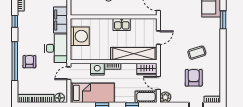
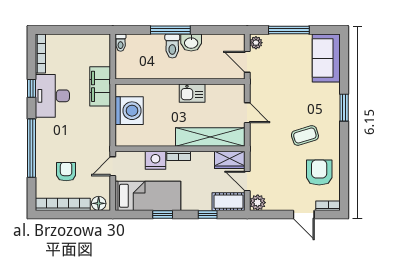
window: (223, 20) -> (344, 108), moved
door: (158, 38) -> (247, 113), hinge flipped
desk: (56, 48) -> (52, 96), moved, turned 180
armchair: (29, 62) -> (66, 172), moved
armchair: (194, 78) -> (319, 173), moved

